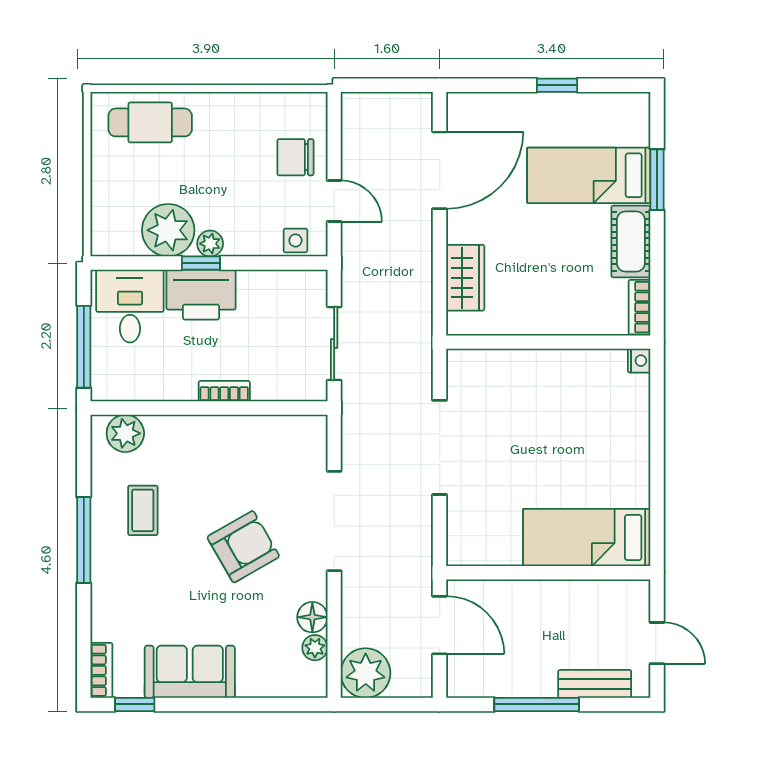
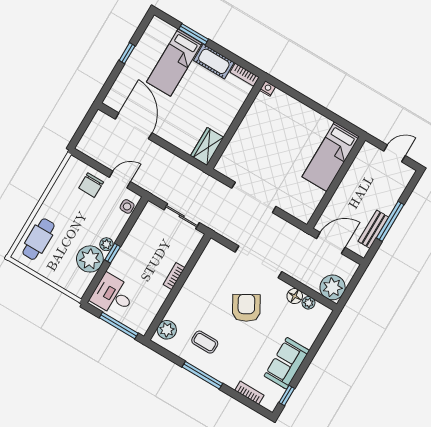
wardrobe: (465, 278) -> (207, 146), moved, turned -90
printer: (201, 295) -> (126, 261), removed
bookcase: (101, 670) -> (249, 393), moved
bench: (595, 684) -> (373, 229), moved

